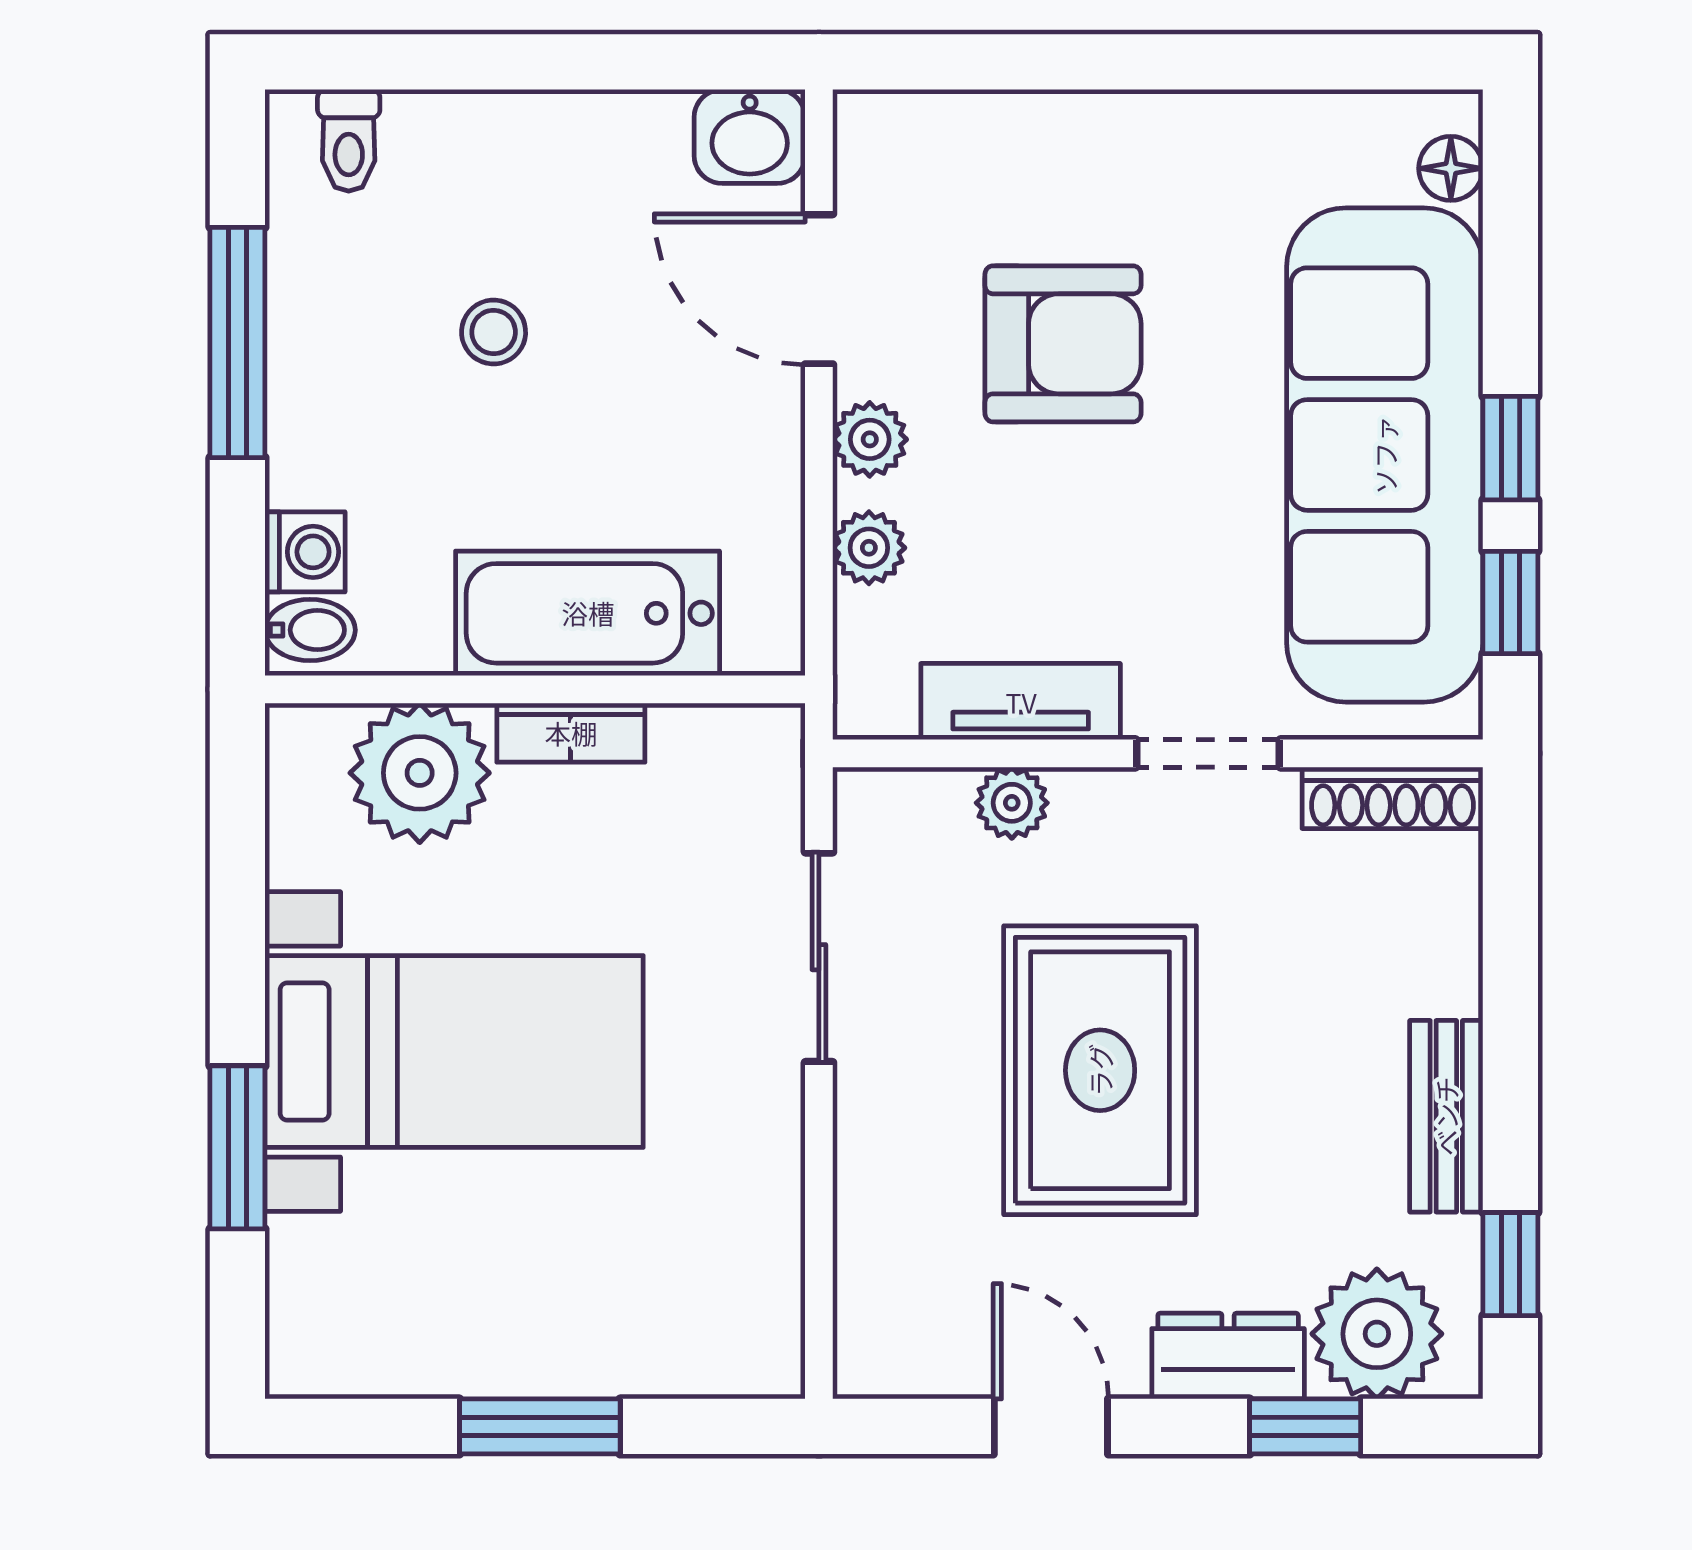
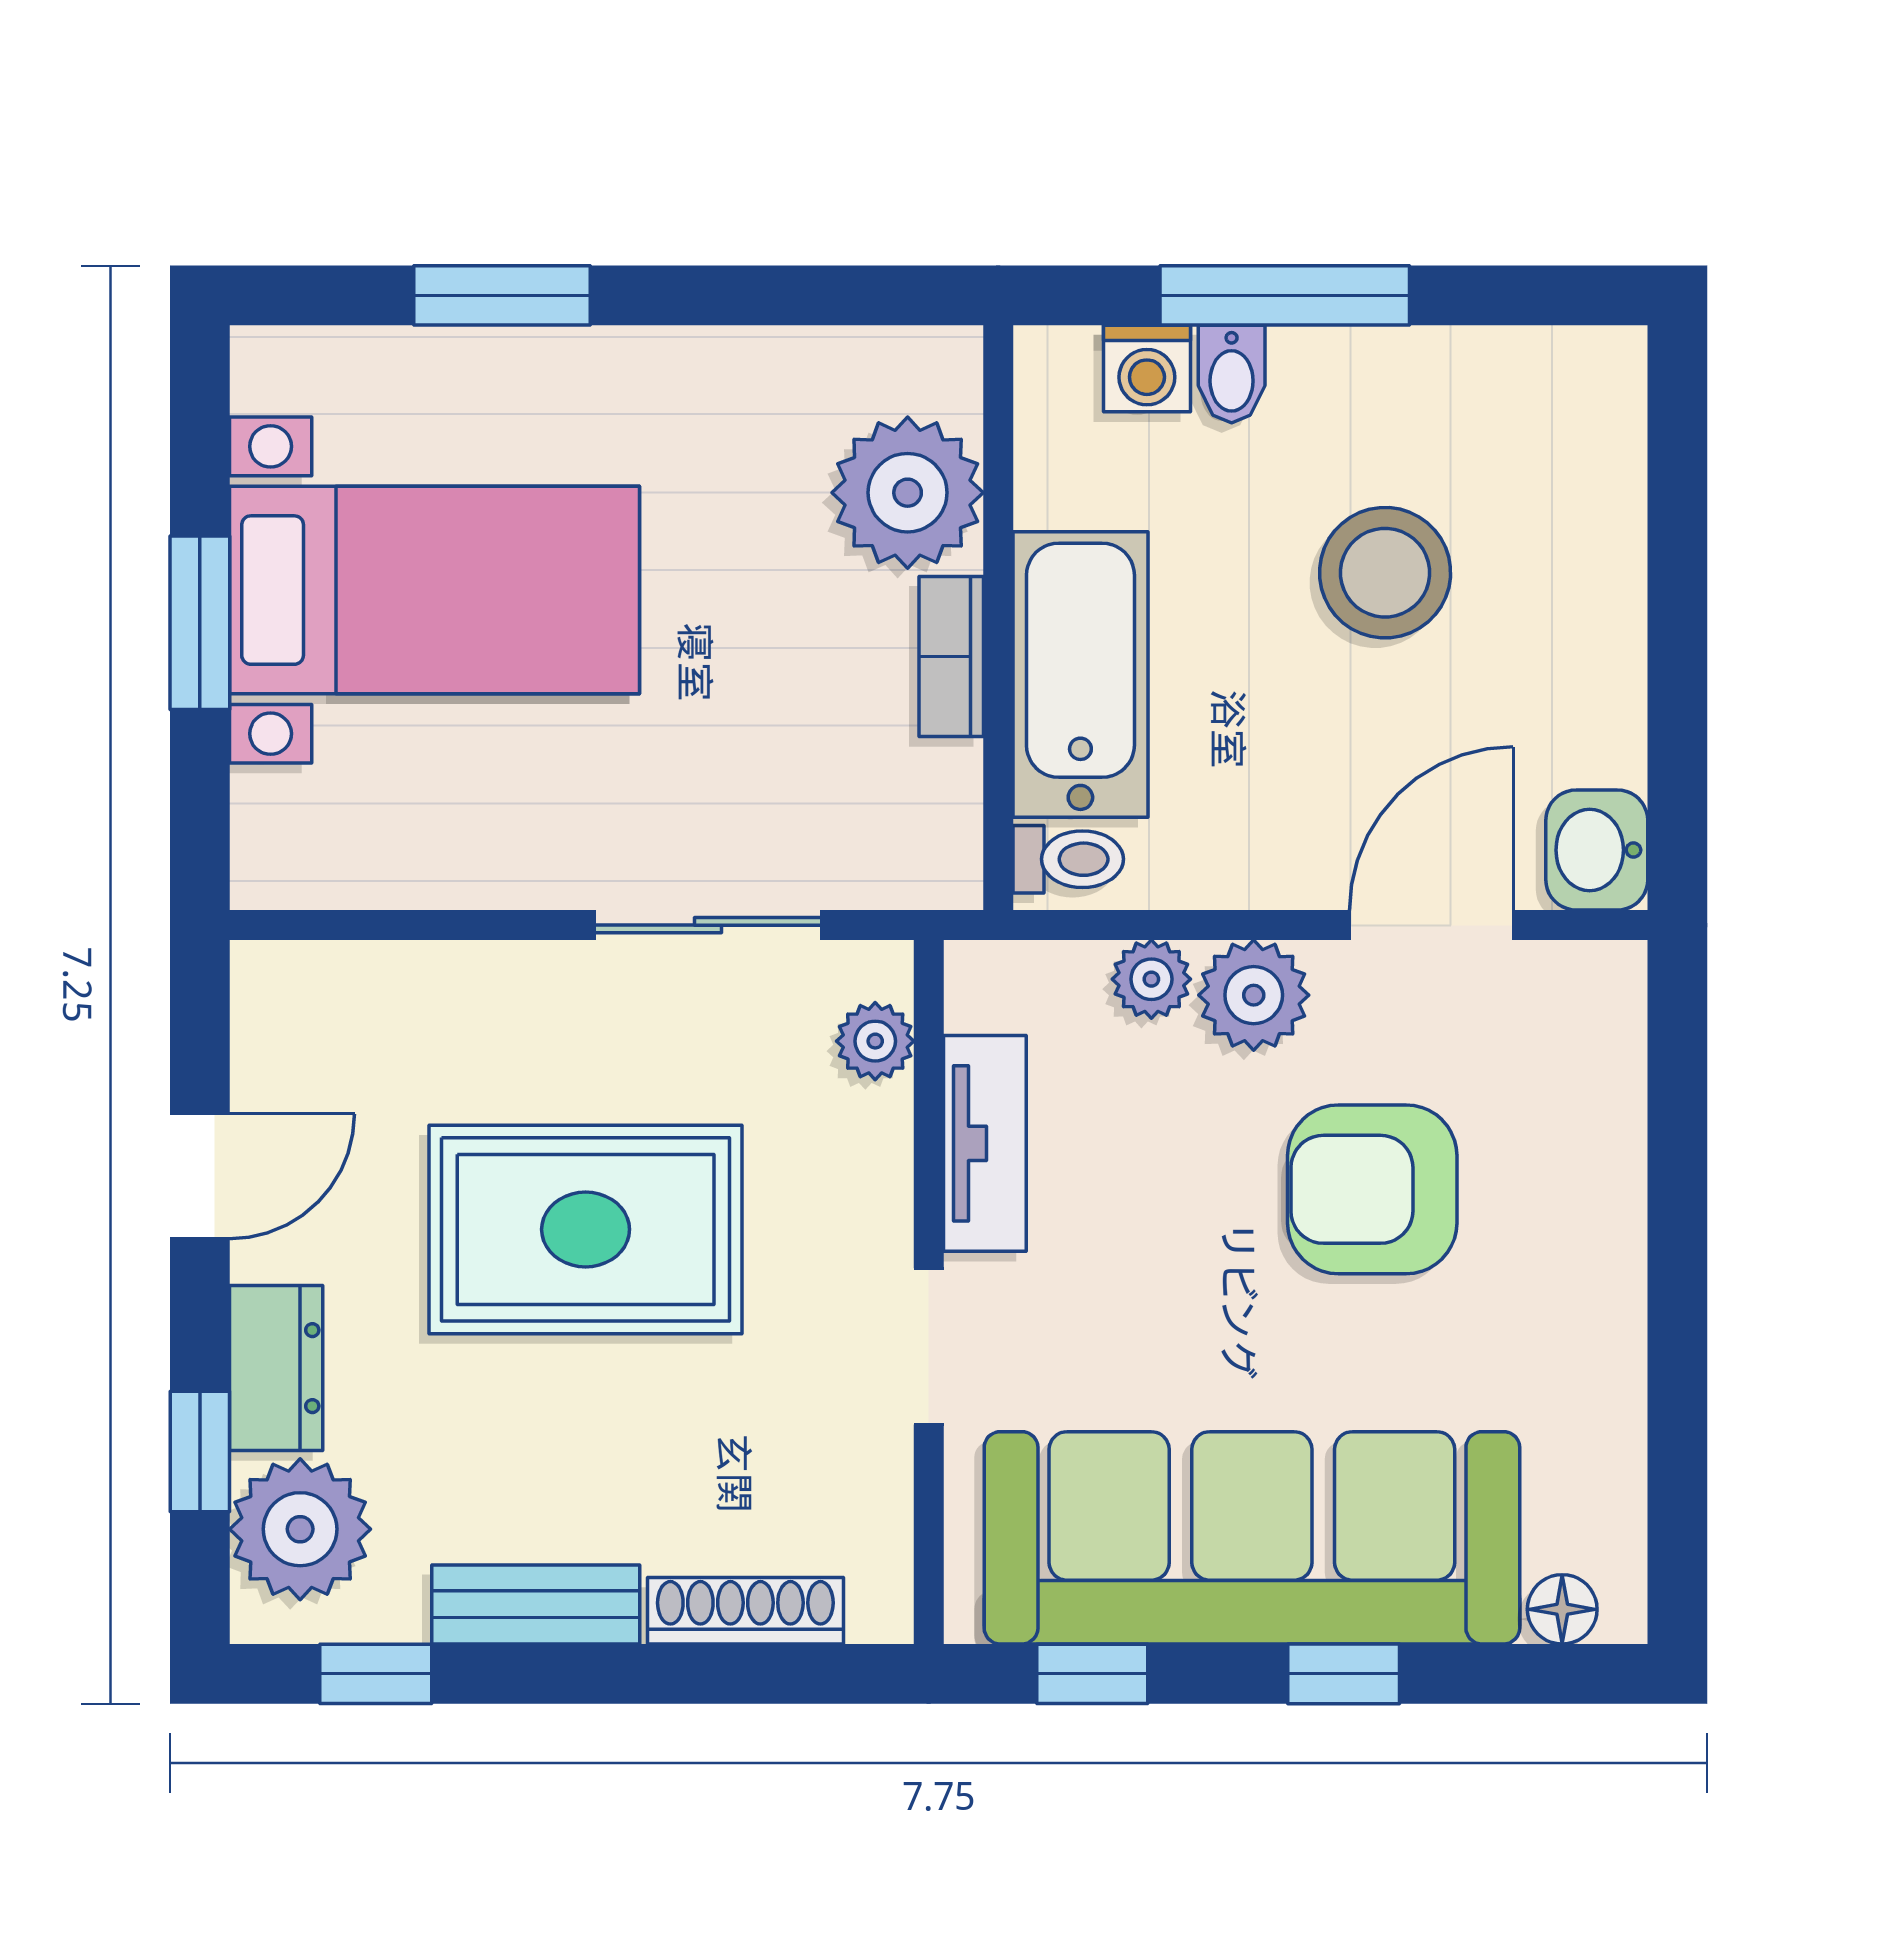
toilet: (349, 140) -> (1068, 859), moved, turned 180
stool: (494, 332) -> (1385, 573), width x1.89, depth x1.89
window: (237, 342) -> (1285, 295), moved
armchair: (1063, 344) -> (1372, 1189), turned 90
plant: (870, 439) -> (1254, 995), width x1.38, depth x1.38
window: (1510, 448) -> (1344, 1674), moved
bidet: (310, 630) -> (1232, 374), moved
shoe rack: (1392, 798) -> (745, 1611), moved, turned 90
plant: (1012, 803) -> (875, 1041), moved
bed with nightstands: (454, 1052) -> (434, 590), moved, turned -90

